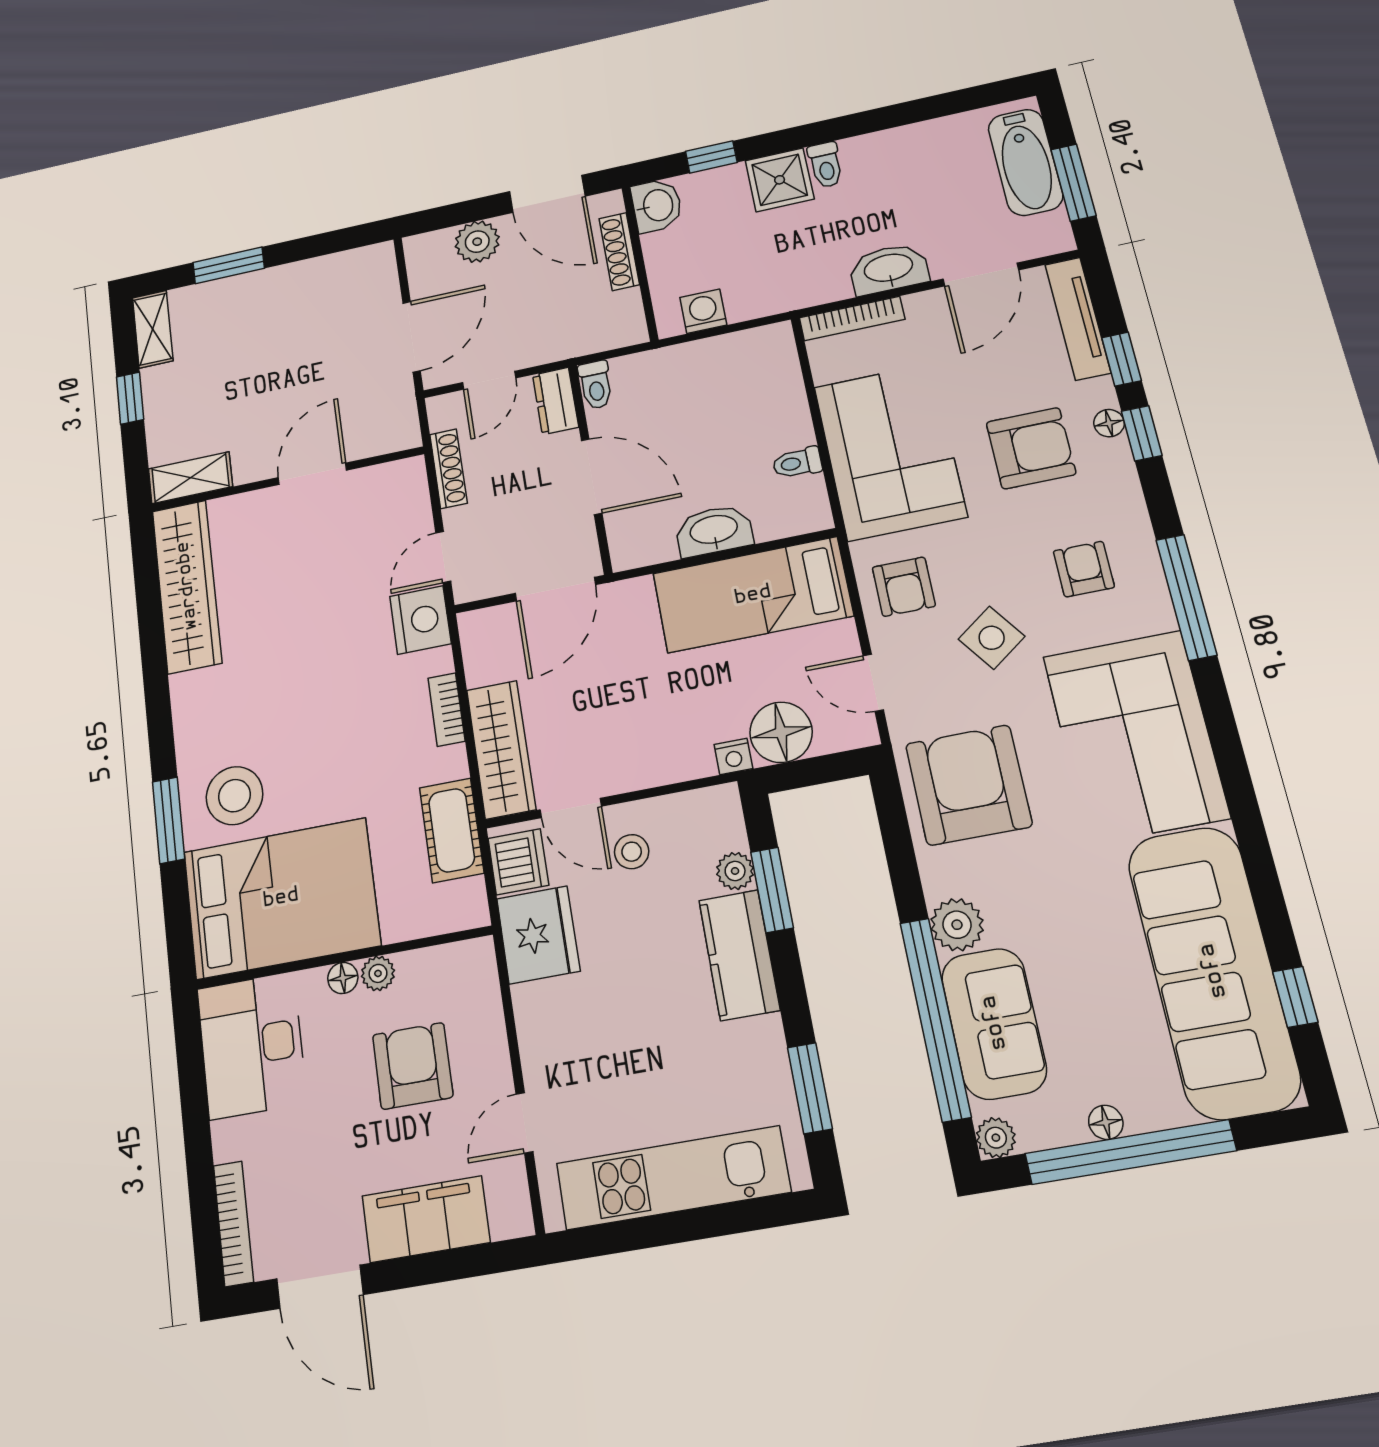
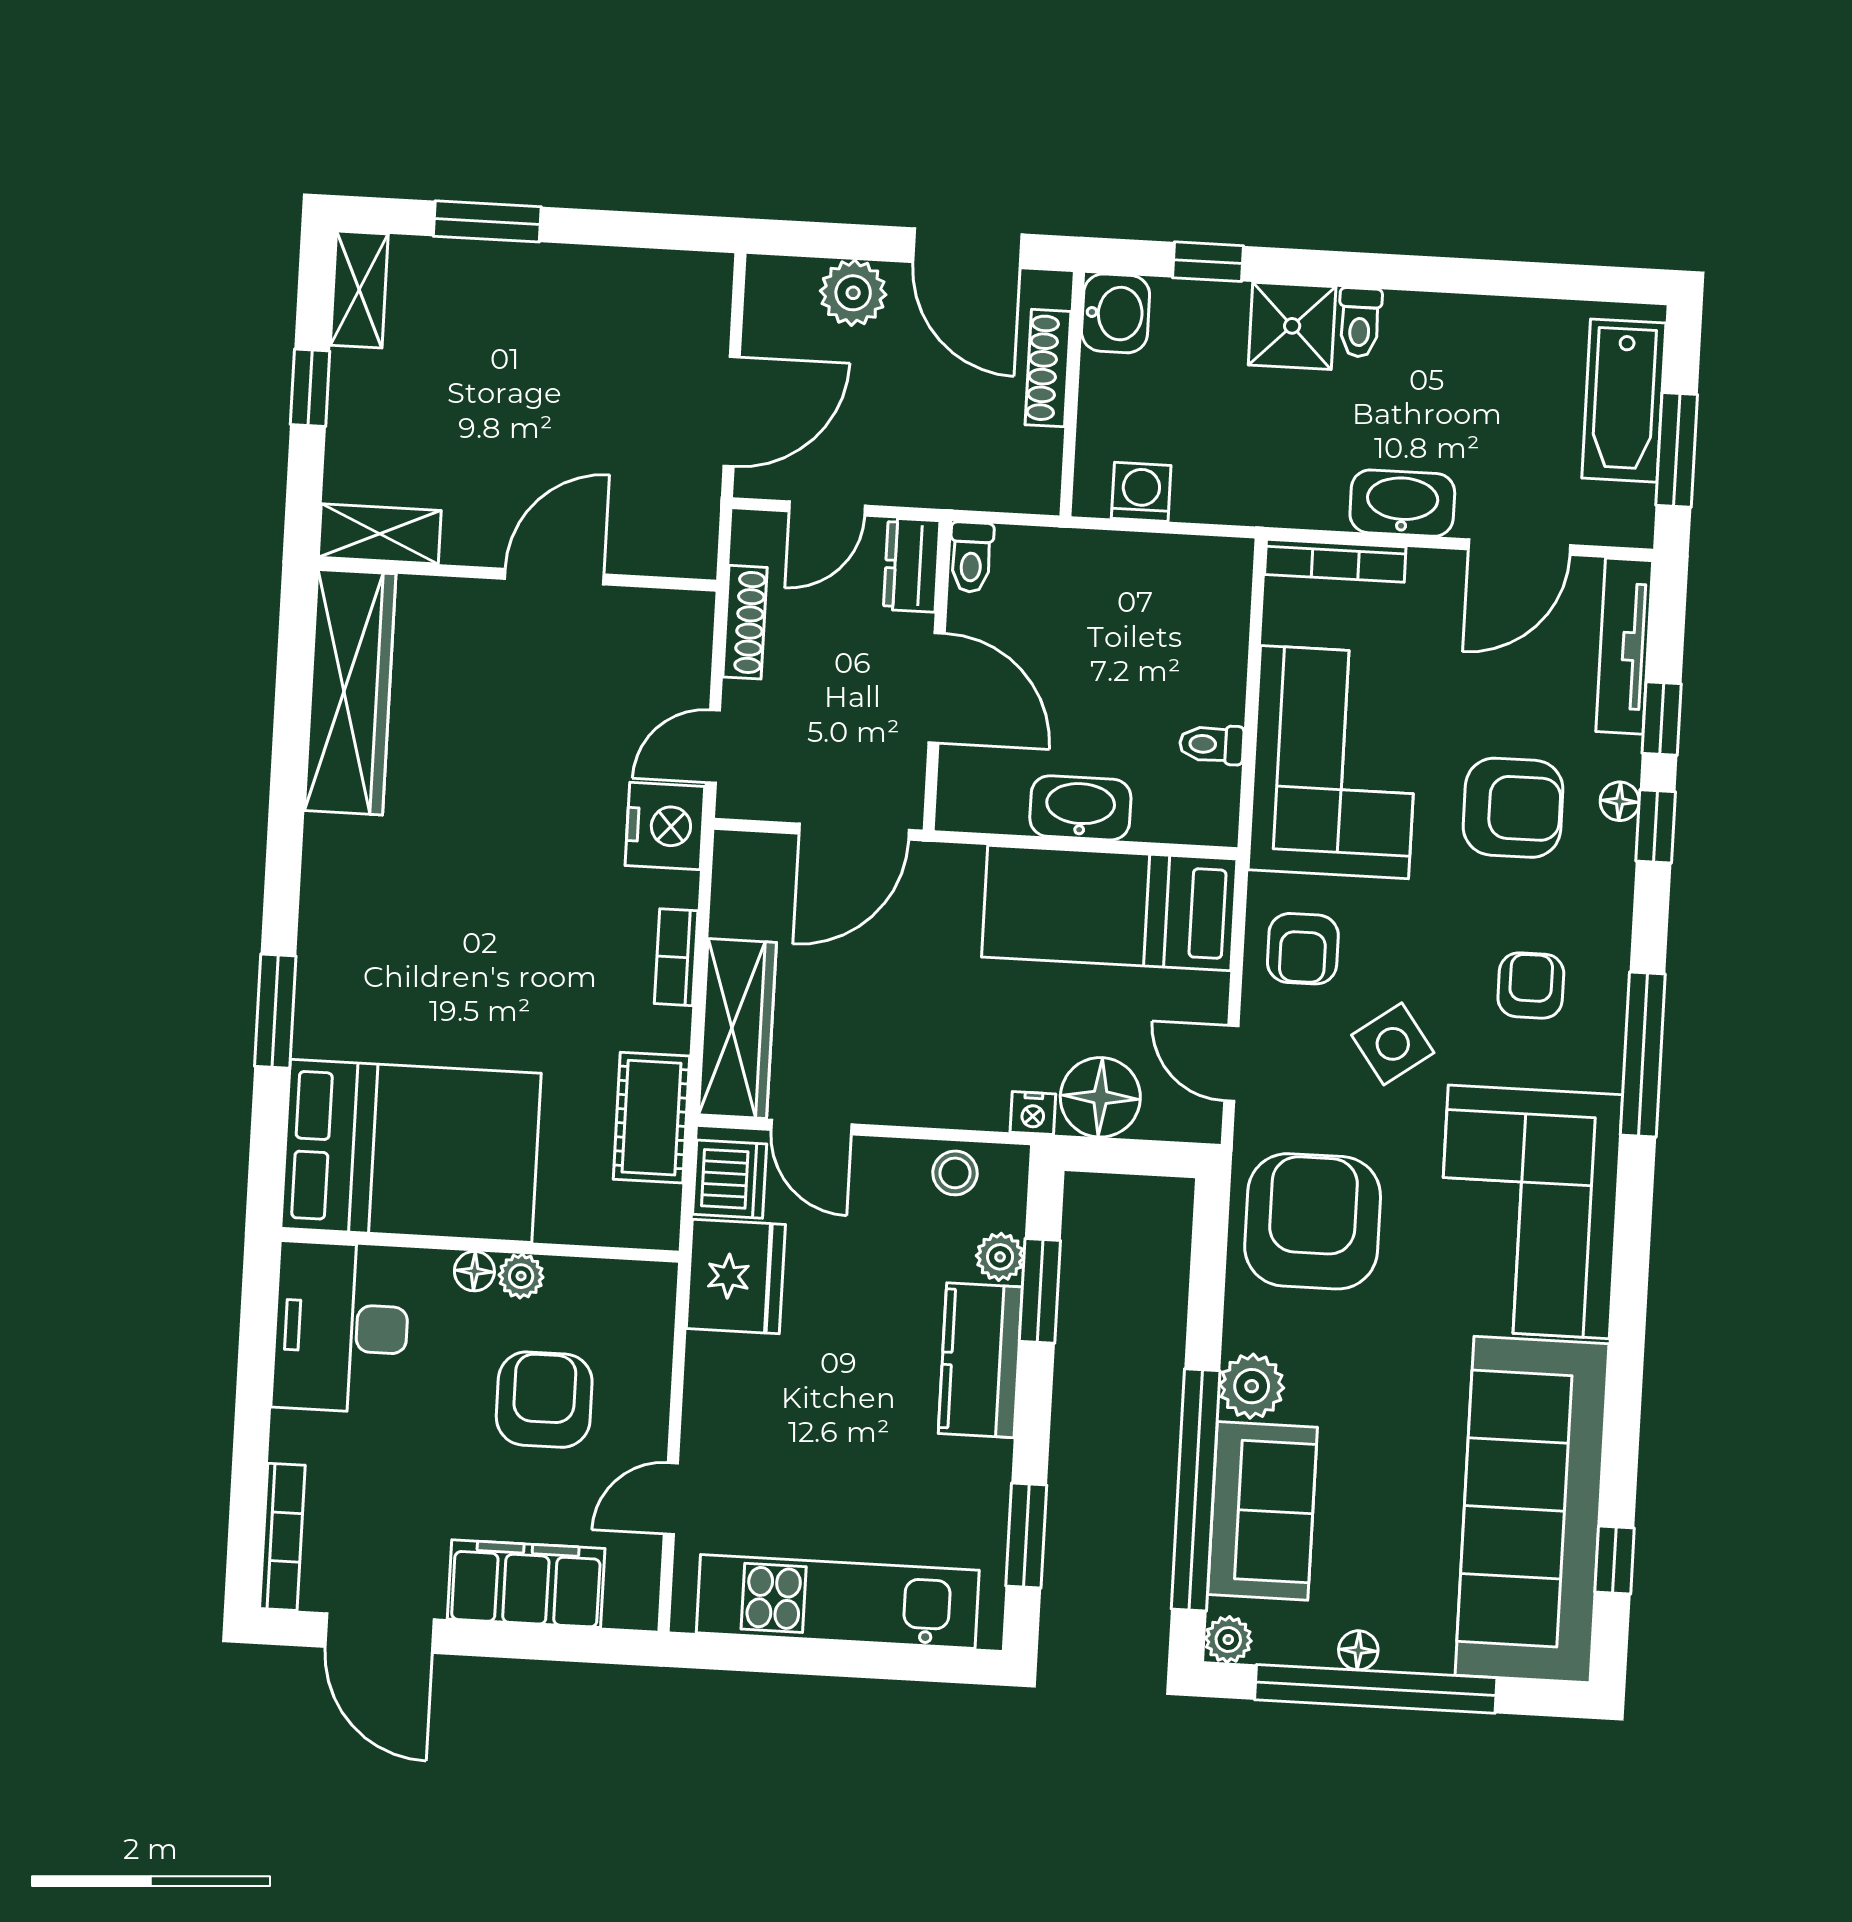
stool: (234, 796) -> (370, 1000), removed
stool: (632, 852) -> (955, 1173), moved

